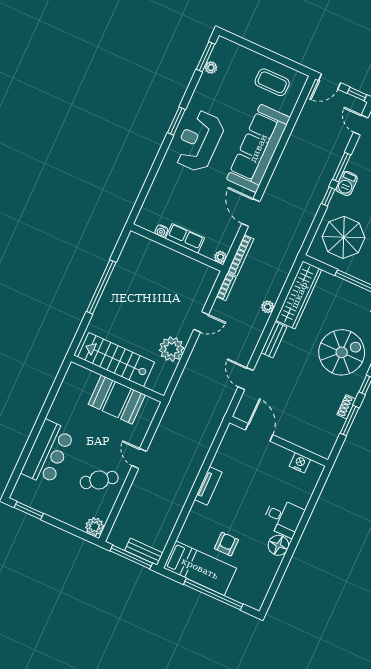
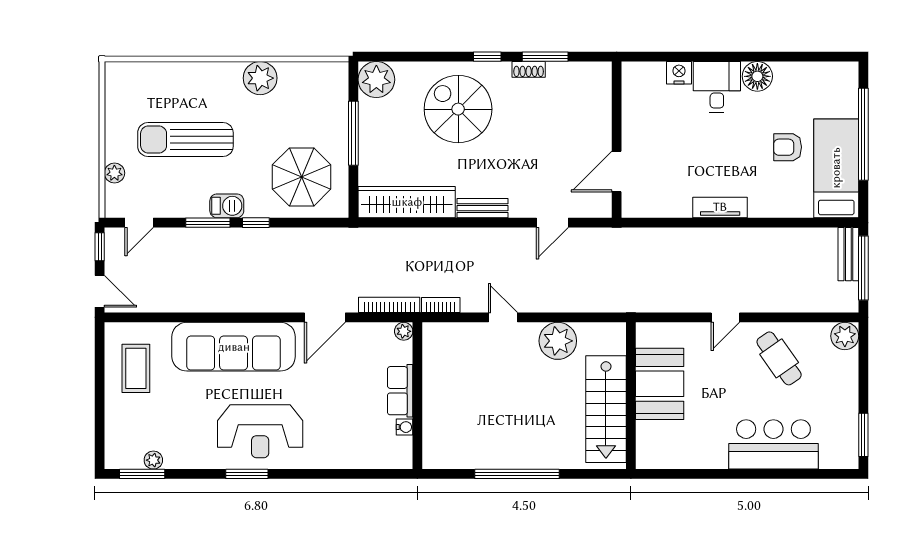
plant: (268, 307) -> (442, 237), removed
nightstand: (300, 463) -> (679, 73), moved, turned 90

